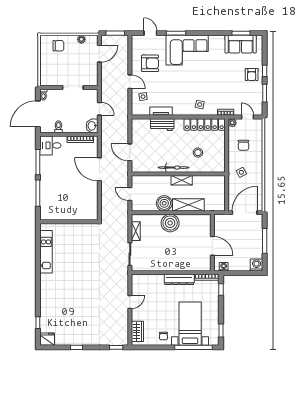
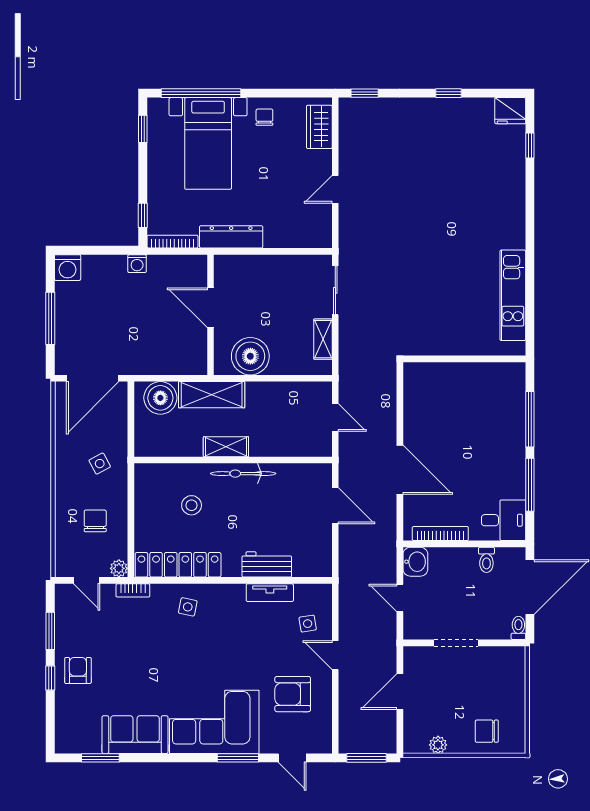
sofa: (241, 44) -> (135, 735), moved
door: (99, 54) -> (400, 692), moved
boiler: (164, 203) -> (160, 398), moved
wall: (212, 243) -> (210, 315), moved
door: (212, 246) -> (210, 308), moved

